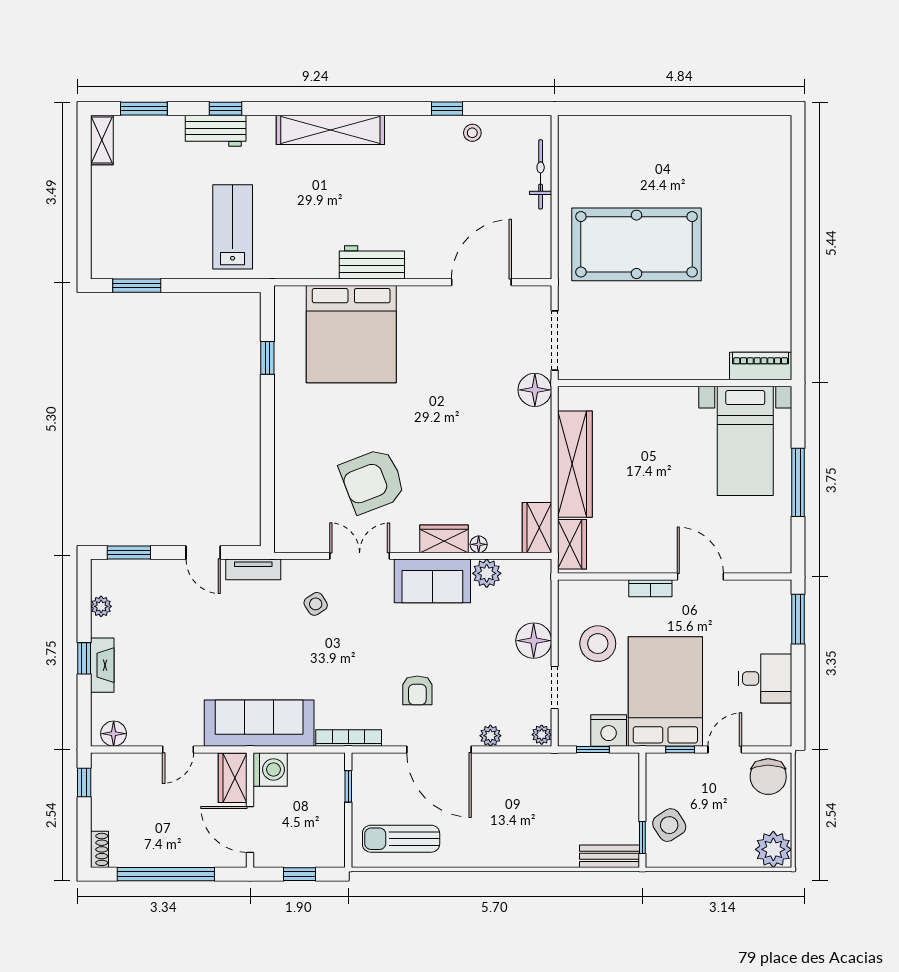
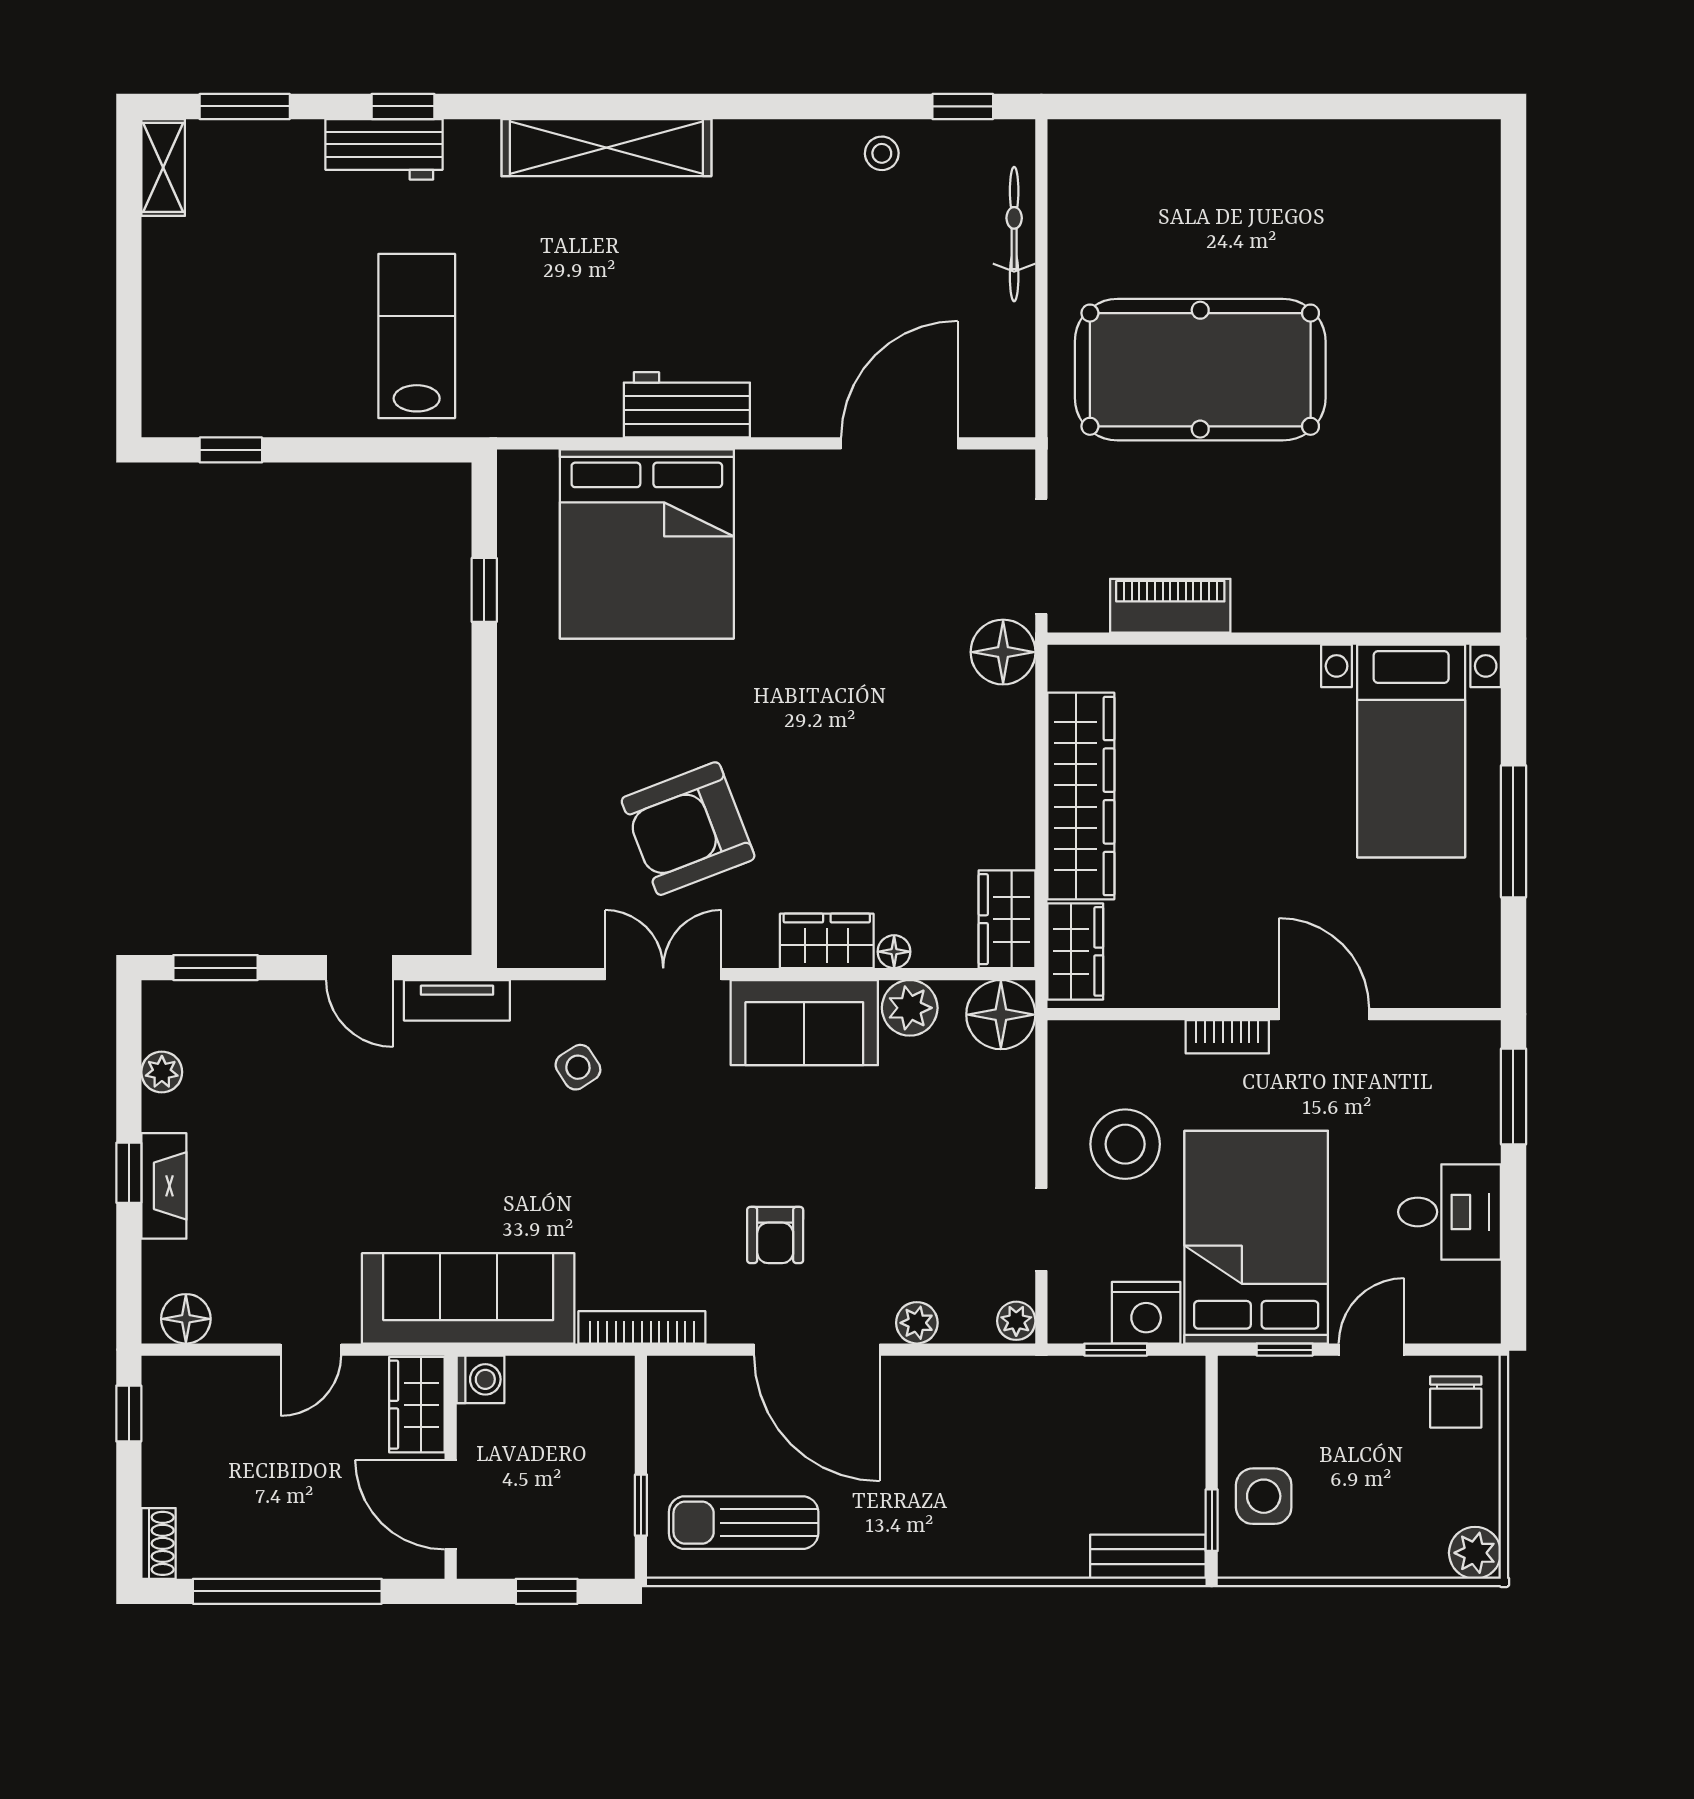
window: (447, 109) -> (963, 106), moved
window: (137, 286) -> (231, 450), width x0.67
piano: (761, 366) -> (1170, 606), moved
floor lamp: (534, 641) -> (1001, 1015), moved
washing machine: (270, 769) -> (481, 1379), width x0.73, depth x0.73
chair: (768, 777) -> (1456, 1402), width x0.73, depth x0.73
window: (348, 786) -> (641, 1505), moved
side table: (669, 825) -> (1264, 1496), turned 33
plant: (773, 849) -> (1475, 1553), width x0.73, depth x0.73

